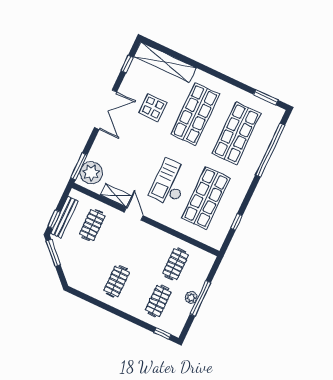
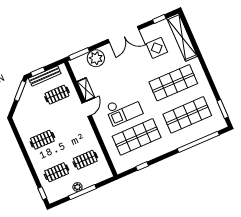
display table: (153, 107) -> (157, 48), moved
plant: (91, 173) -> (96, 58), moved
checkout: (170, 182) -> (124, 110), turned 180

